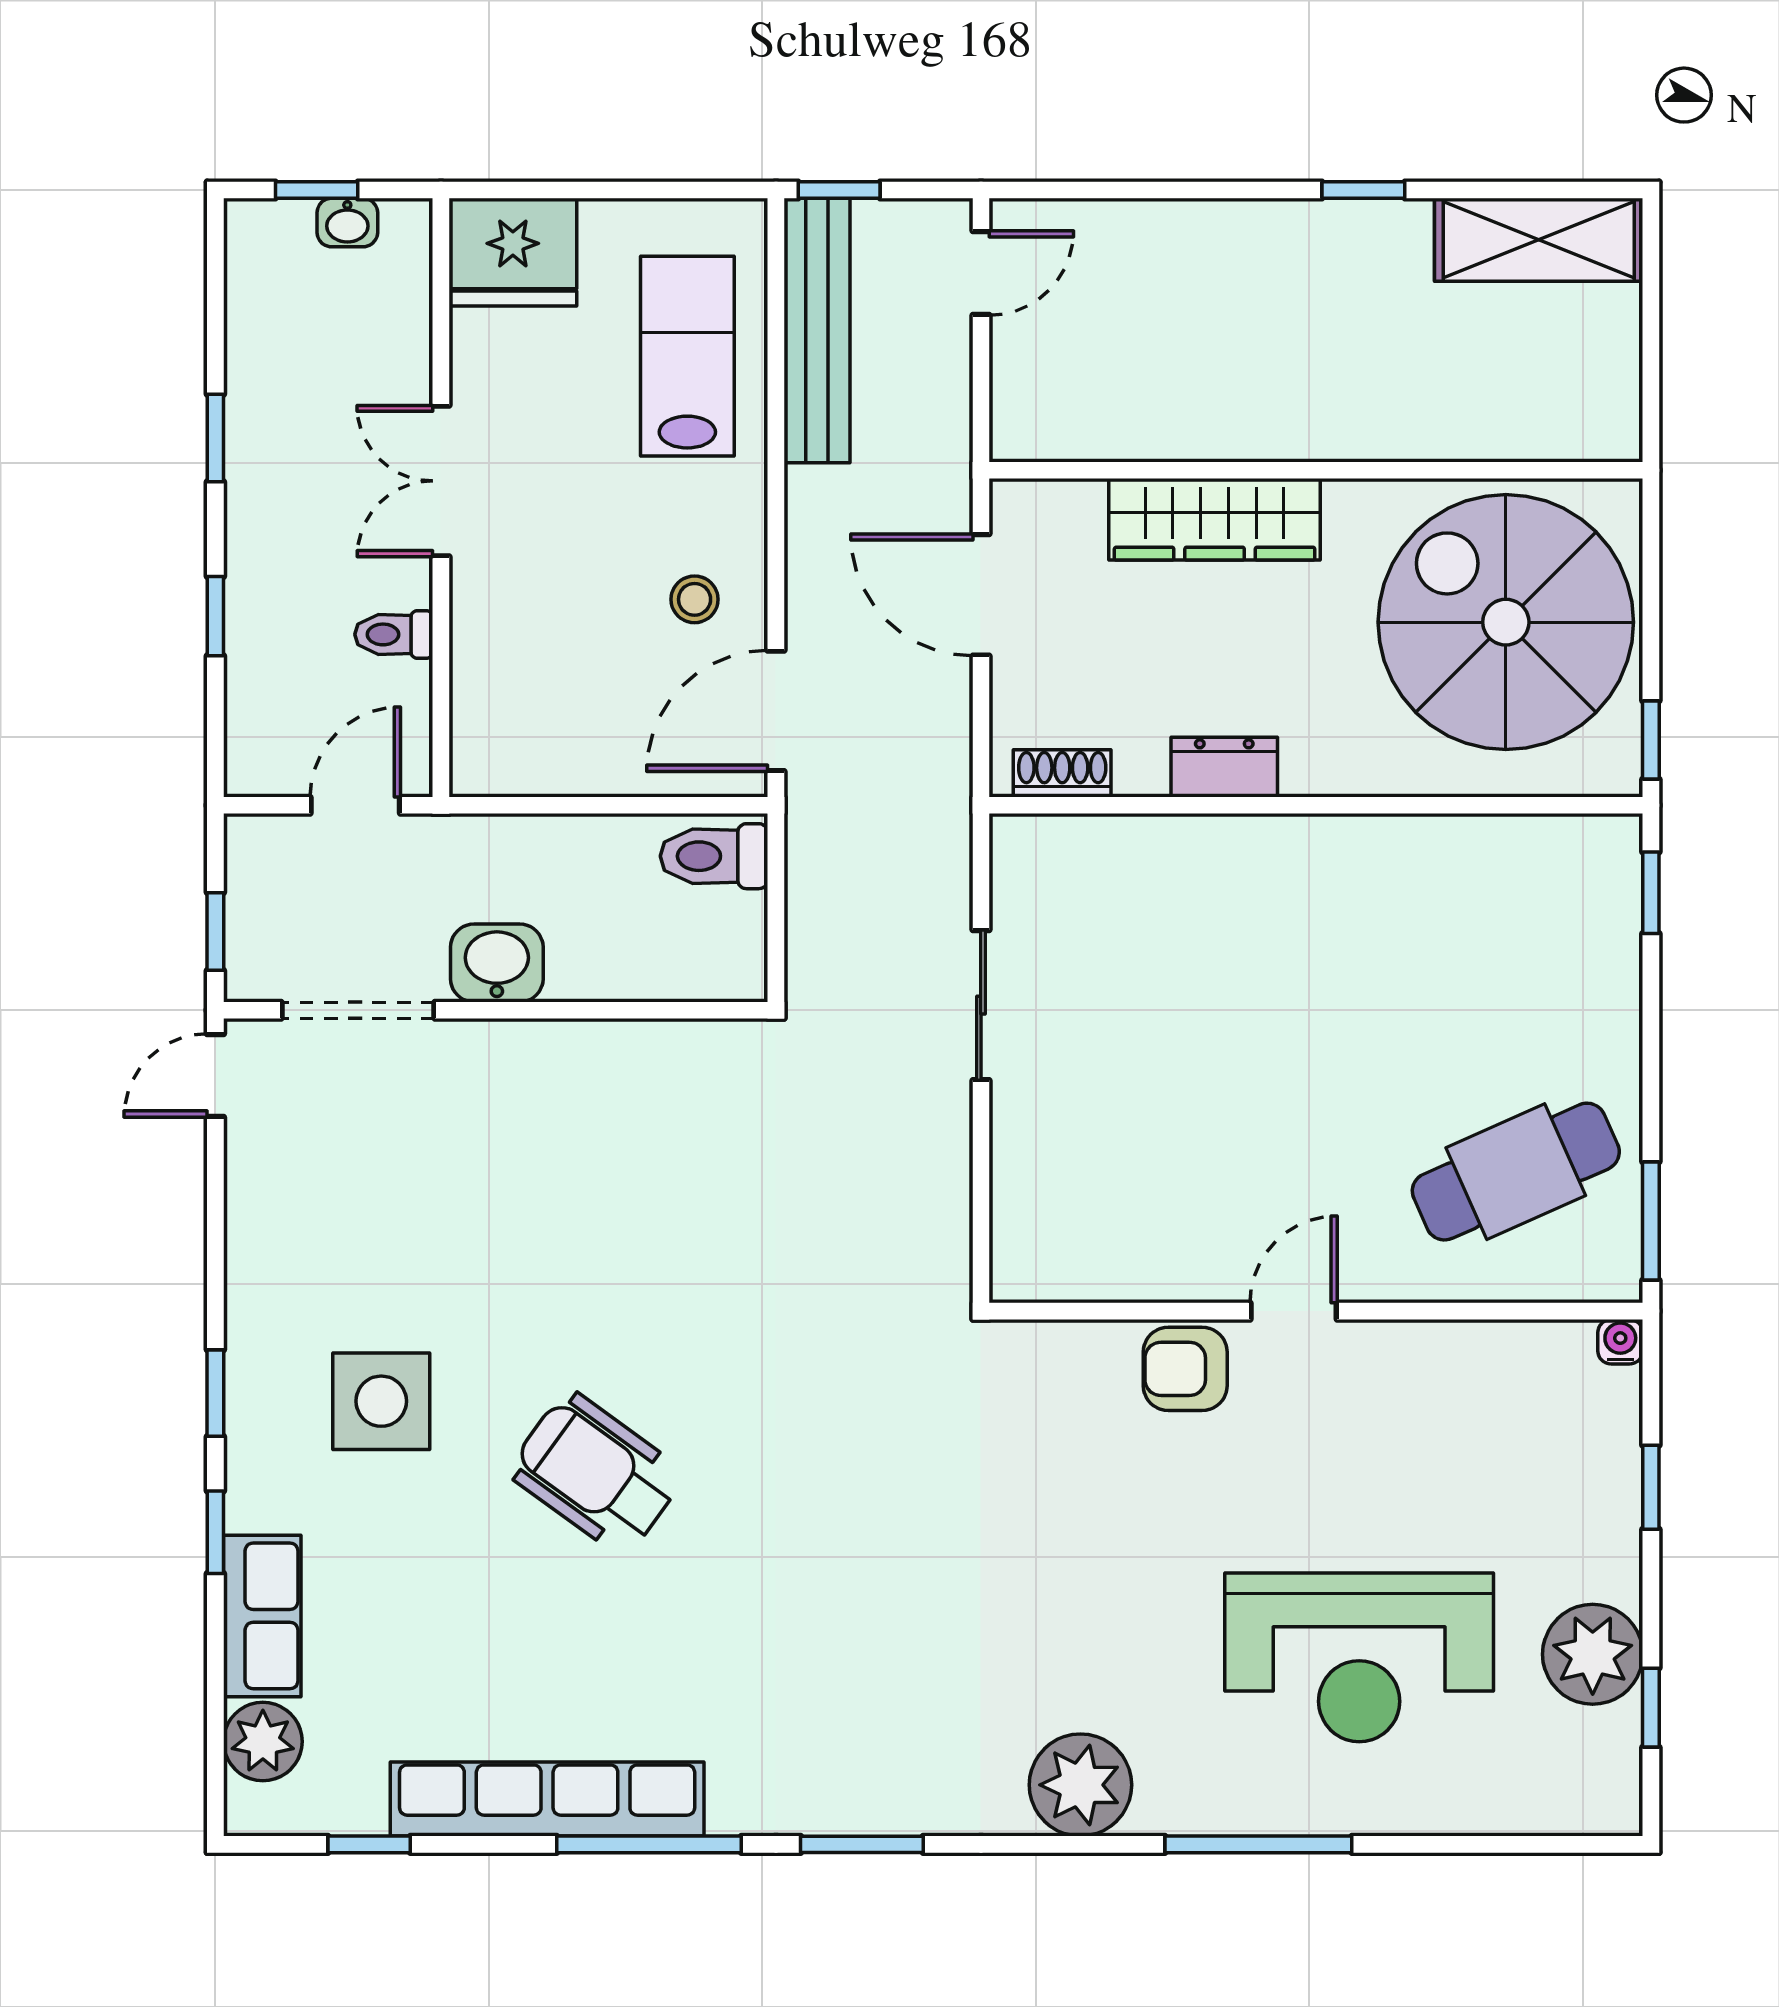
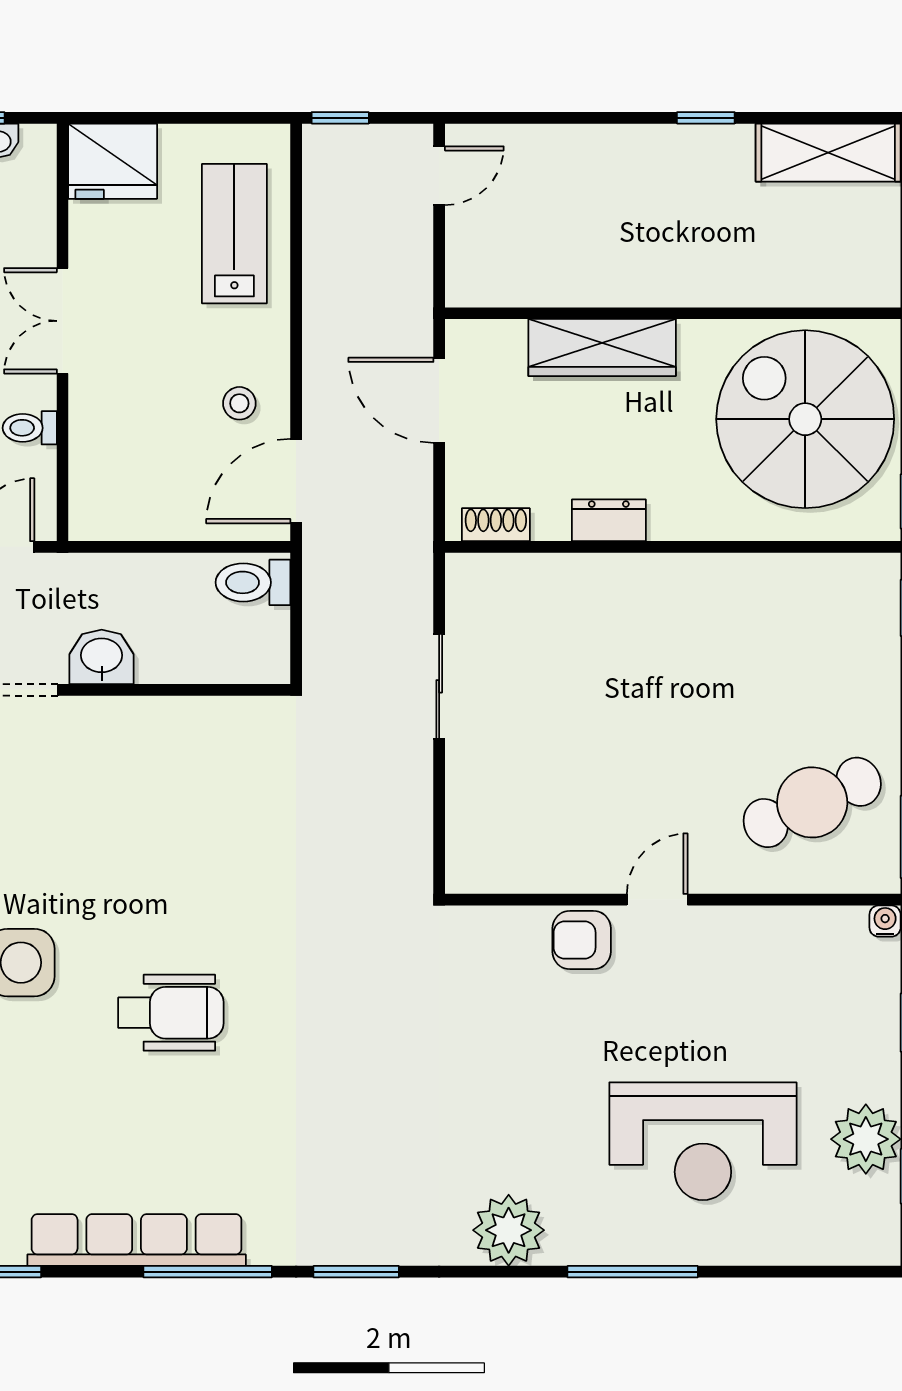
bench: (817, 331) -> (325, 216), removed
wheelchair: (596, 1473) -> (171, 1013), turned 144

